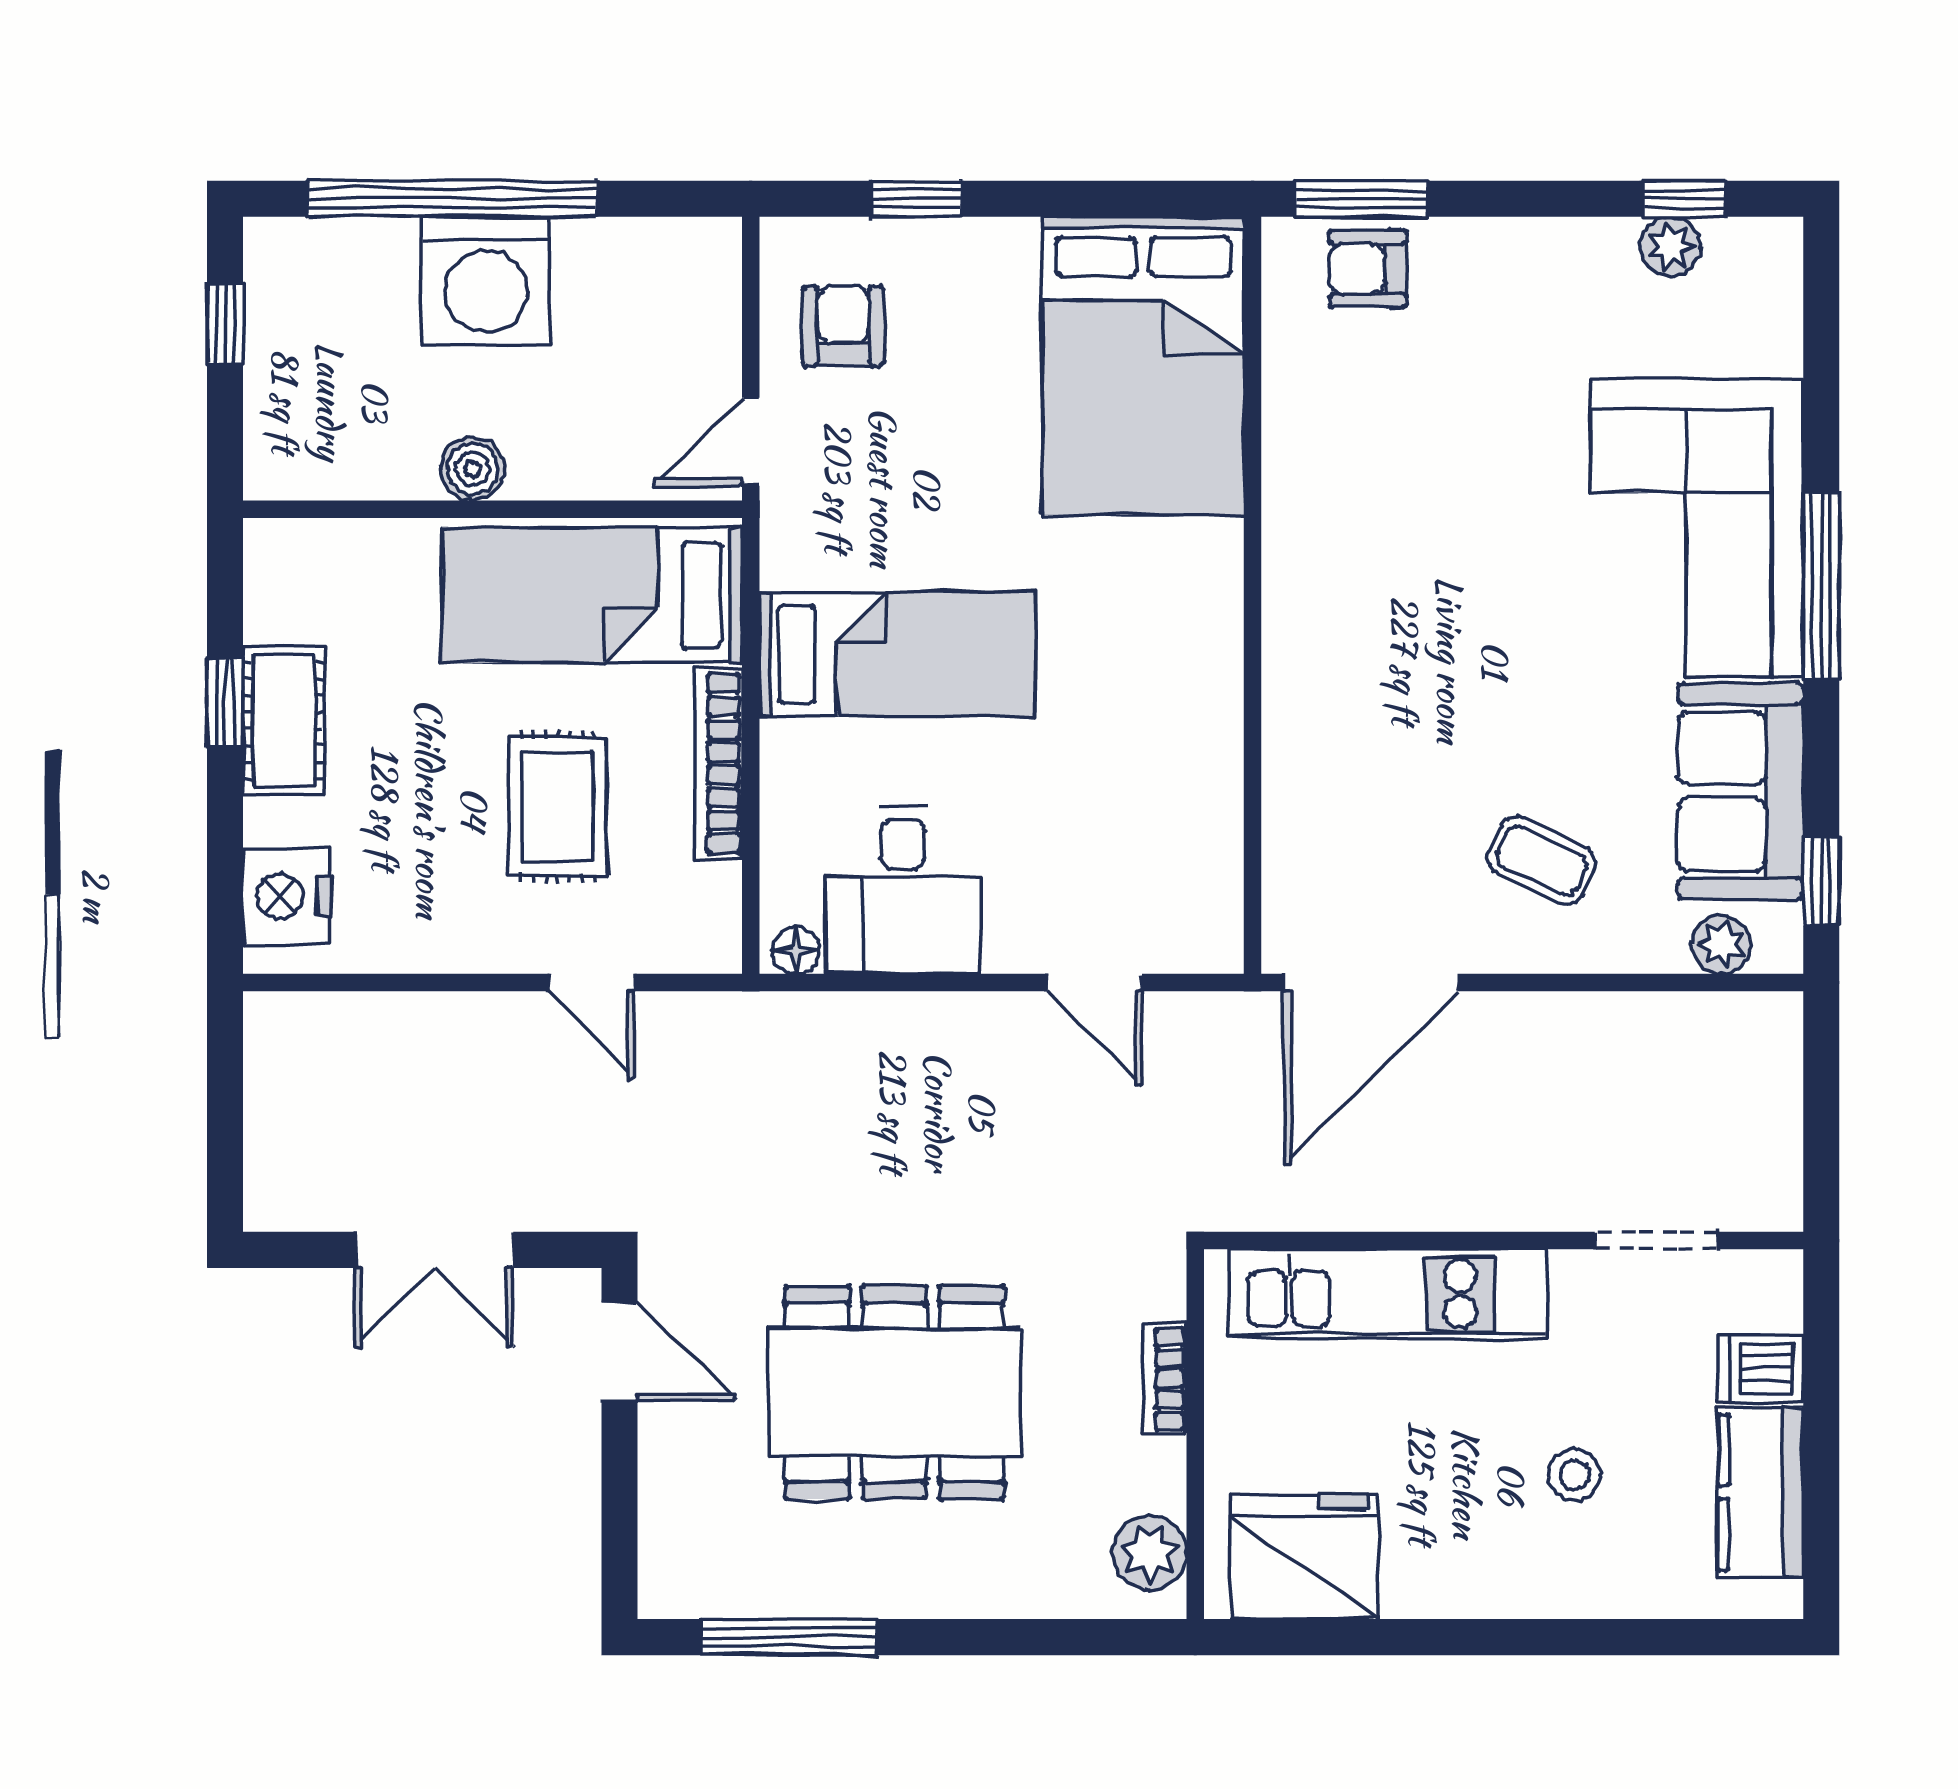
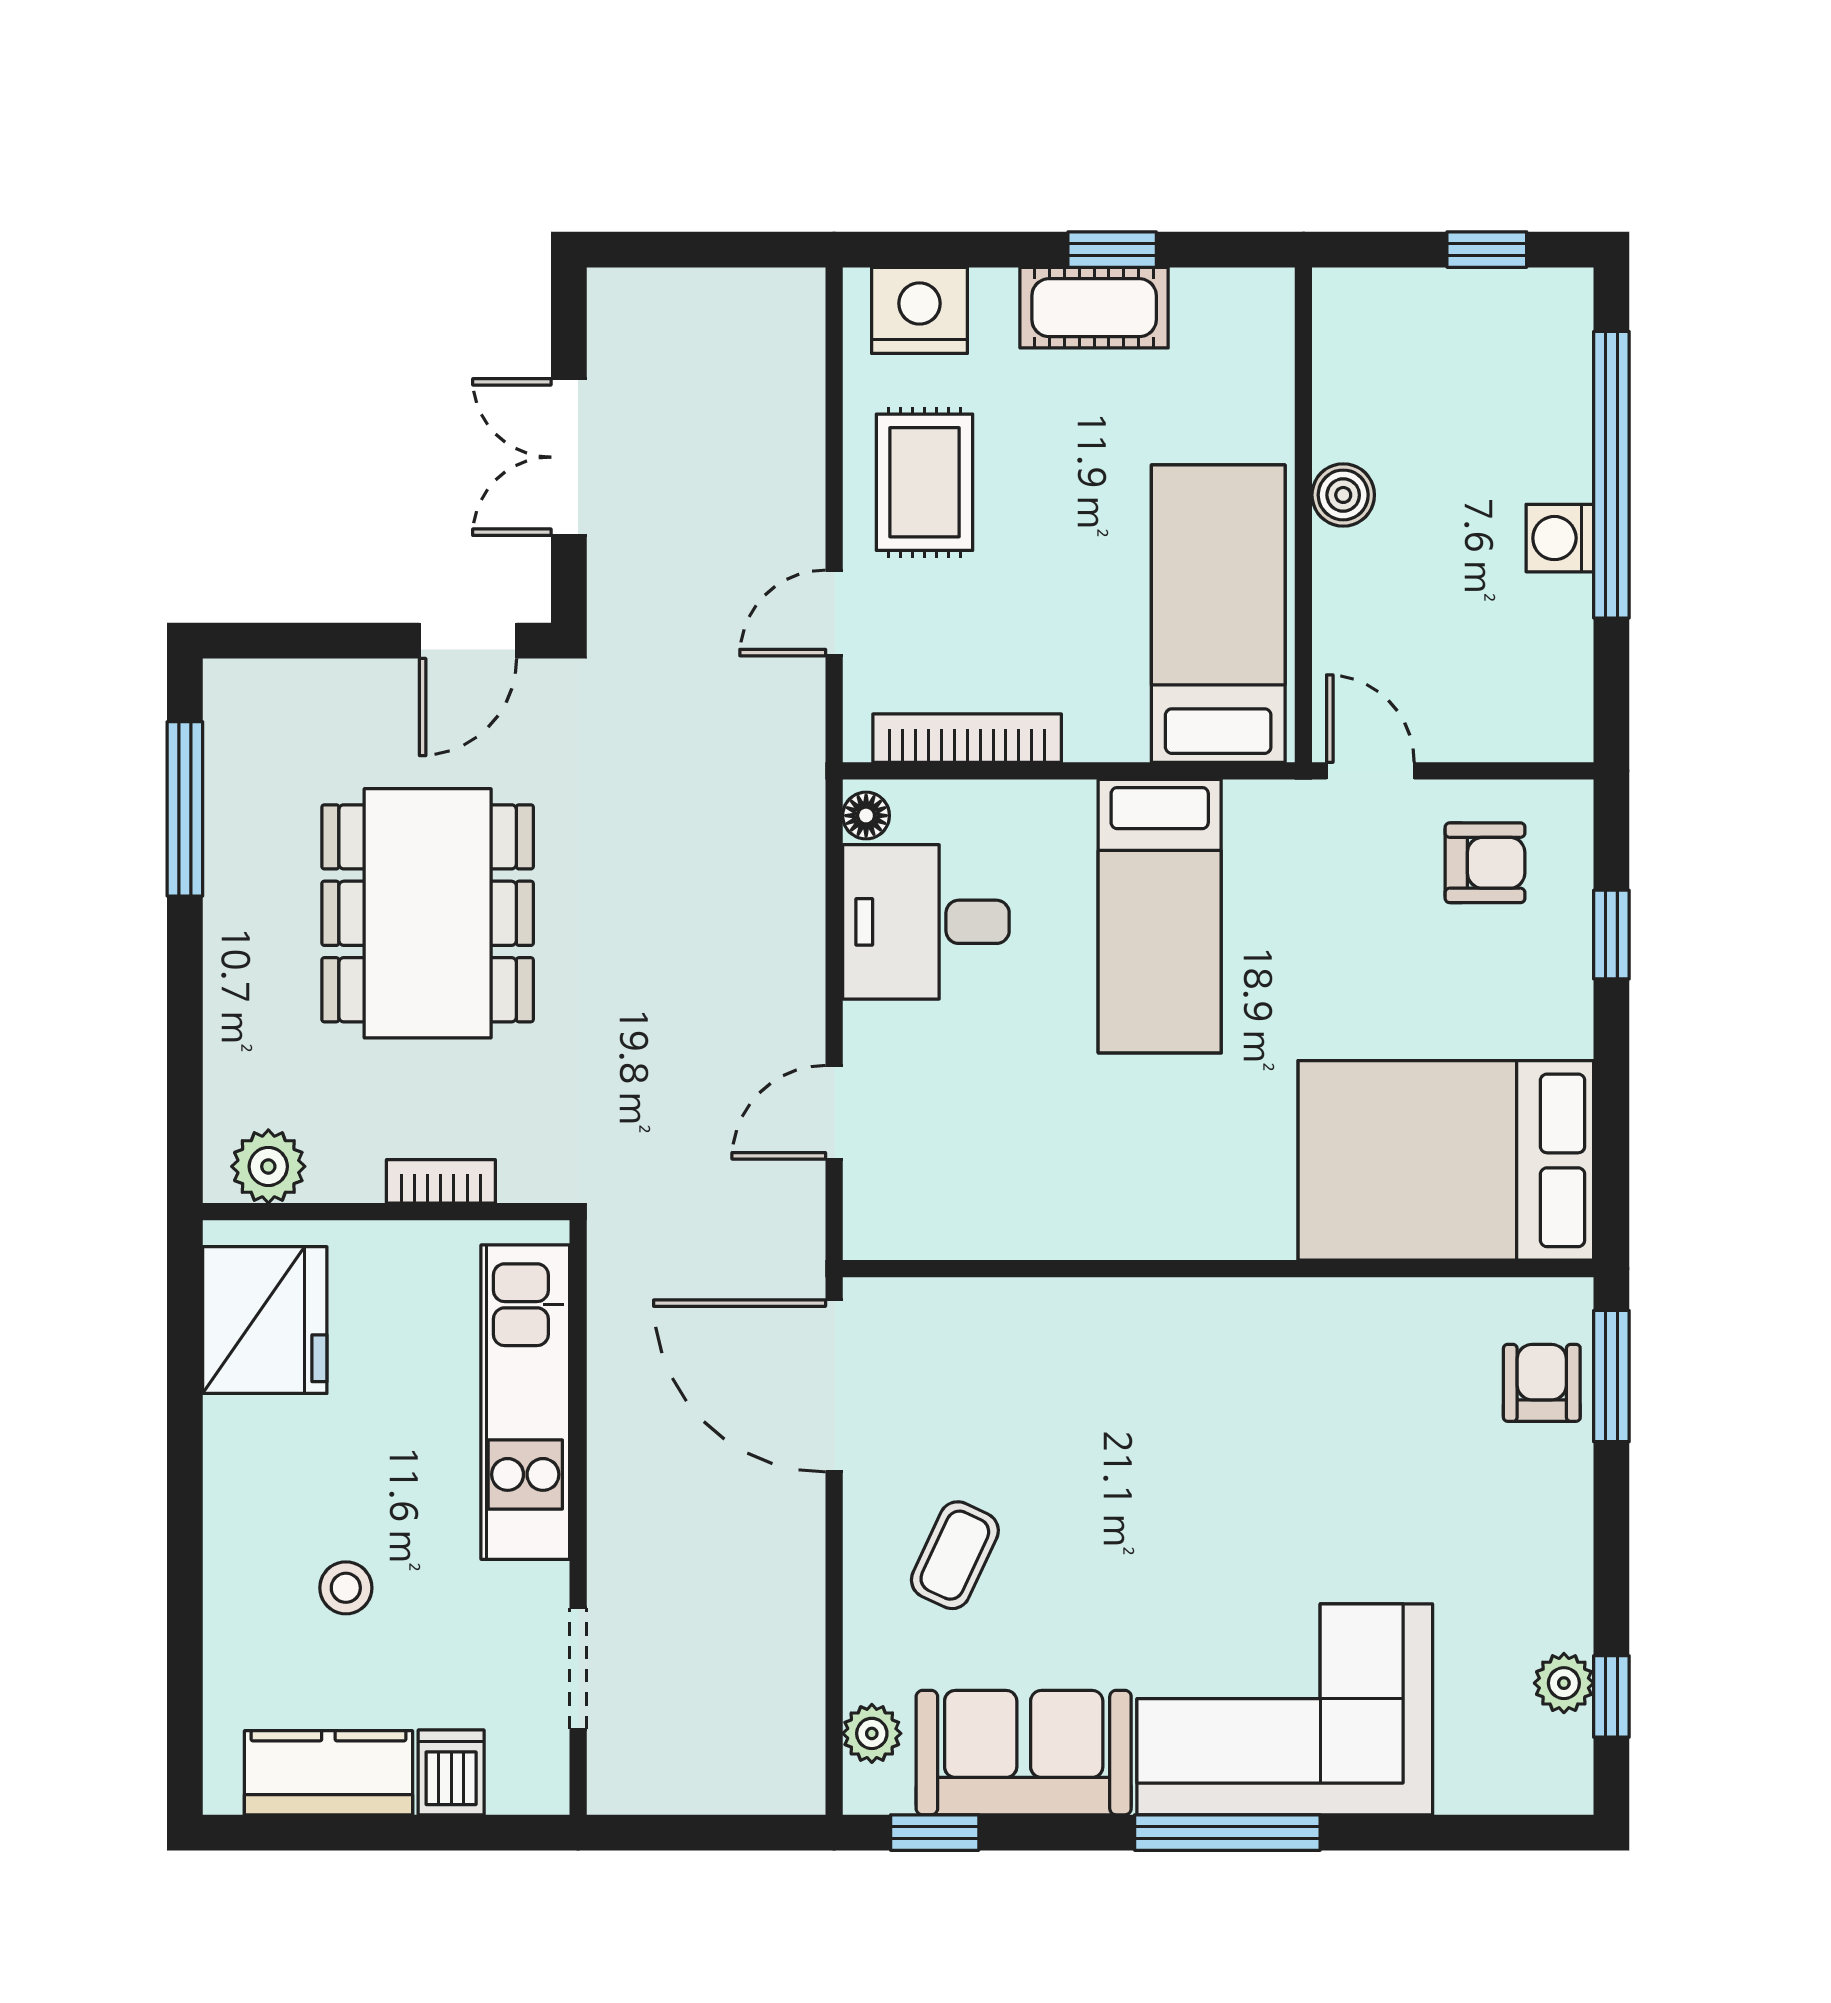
washing machine: (486, 281) -> (1560, 538), width x0.53, depth x0.53
bookcase: (718, 763) -> (967, 738), moved
rug: (558, 806) -> (925, 482), moved, turned 90

